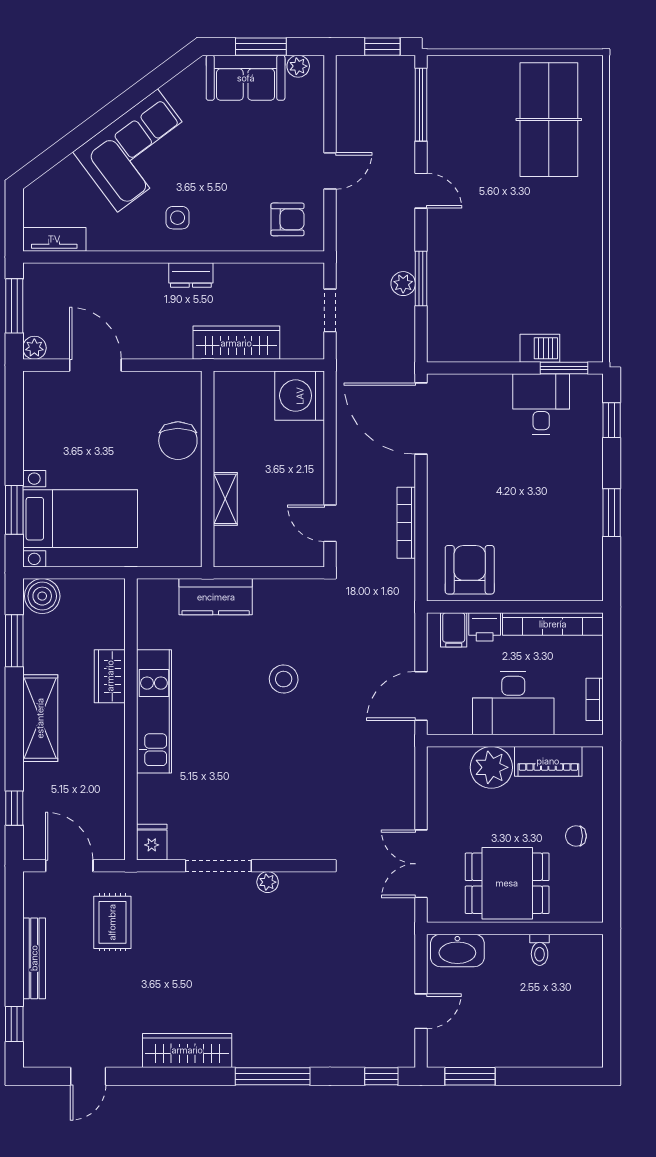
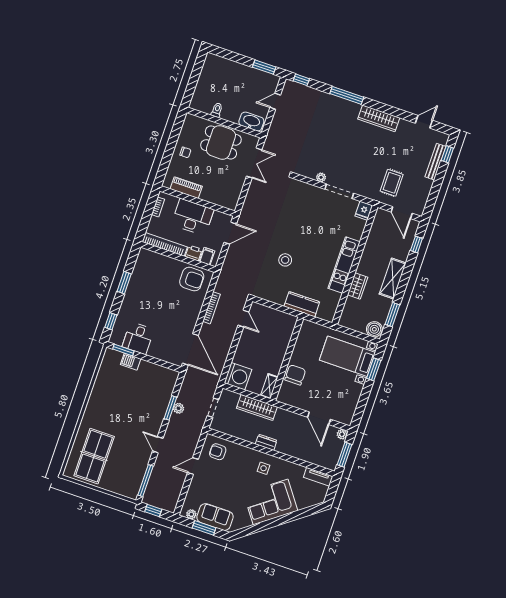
shelving: (225, 499) -> (269, 386), moved
armchair: (470, 570) -> (192, 279), turned -90
plant: (491, 767) -> (211, 193), removed
bench: (34, 958) -> (436, 162), moved

